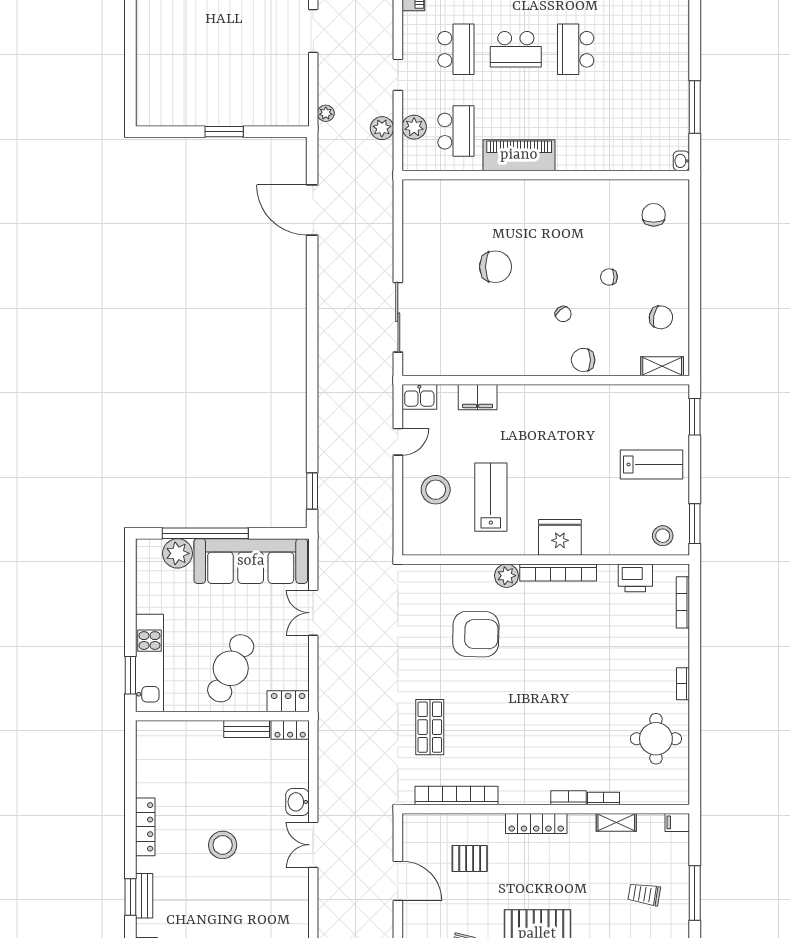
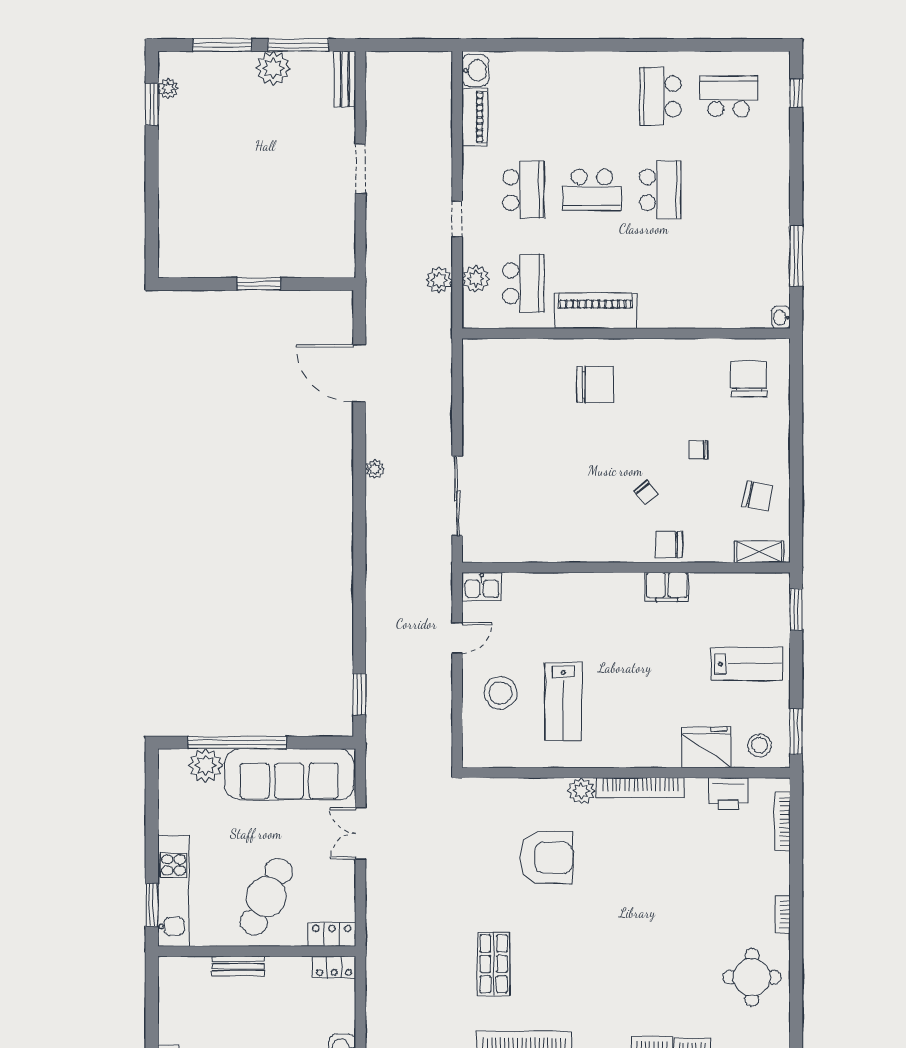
school desk: (576, 49) -> (660, 190), turned 180
plant: (326, 113) -> (375, 469), moved
chair: (654, 215) -> (749, 379), width x1.37, depth x1.37
chair: (495, 267) -> (595, 385), moved
filing cabinet: (478, 397) -> (667, 587), moved
lab bench: (491, 497) -> (563, 701), turned 180
fridge: (560, 537) -> (707, 747), moved
bench: (247, 729) -> (238, 966), moved

